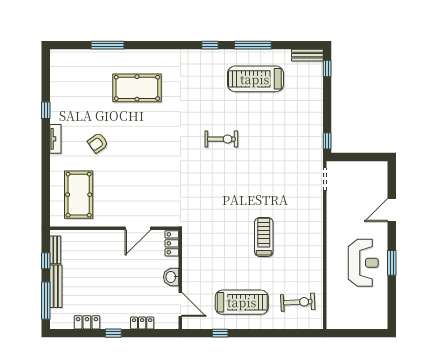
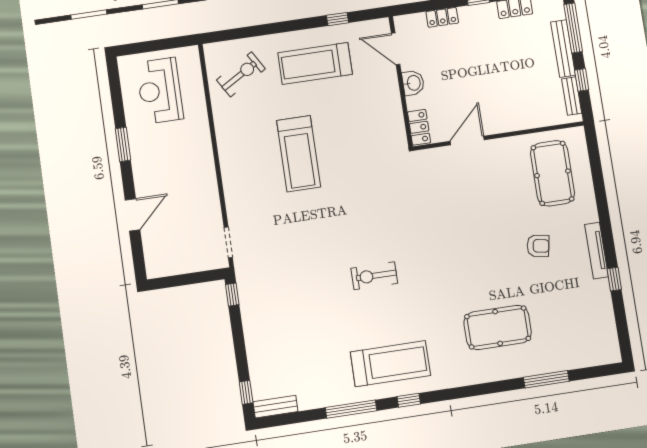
treadmill: (255, 79) -> (390, 364), moved
tv unit: (55, 139) -> (597, 251), width x1.41
armchair: (98, 143) -> (538, 246), turned 45
treadmill: (264, 237) -> (299, 154), width x1.37, depth x1.38
reception desk: (363, 263) -> (160, 91), moved
exercise bike: (298, 302) -> (241, 74), turned 152

